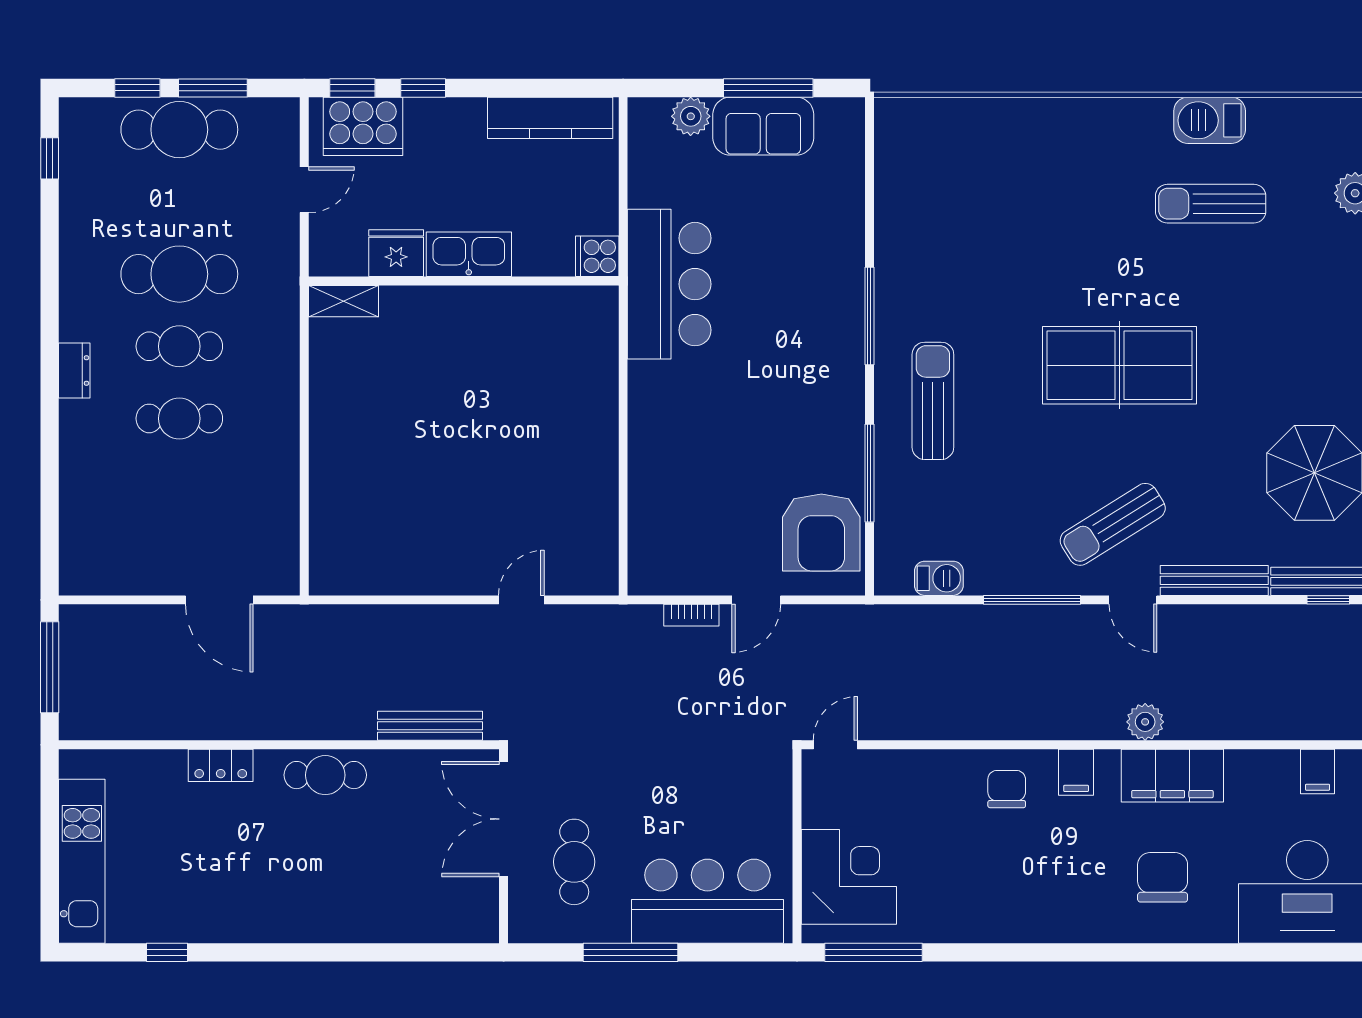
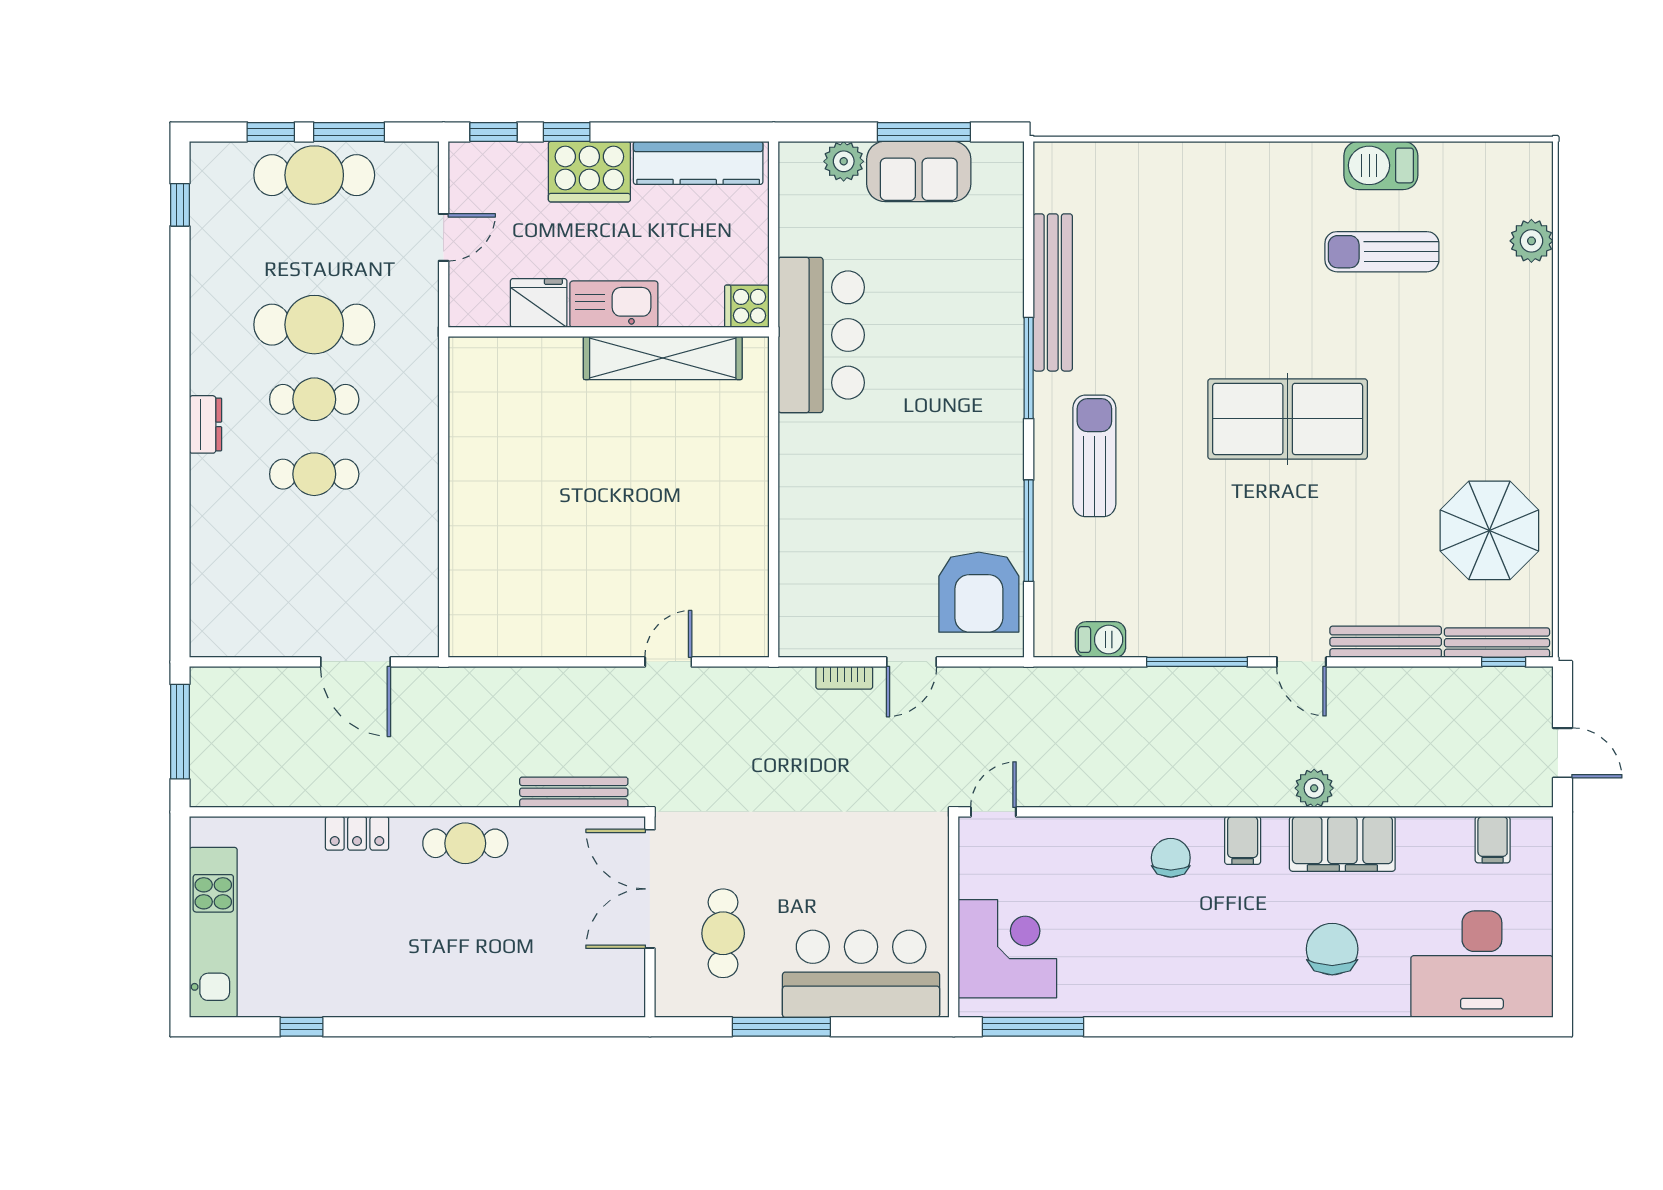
cooker: (363, 126) -> (589, 172), moved
bench: (893, 243) -> (1053, 292), added
shelving: (344, 301) -> (663, 358), moved, width x2.20, depth x1.33
sun lounger: (1113, 524) -> (1281, 584), removed

